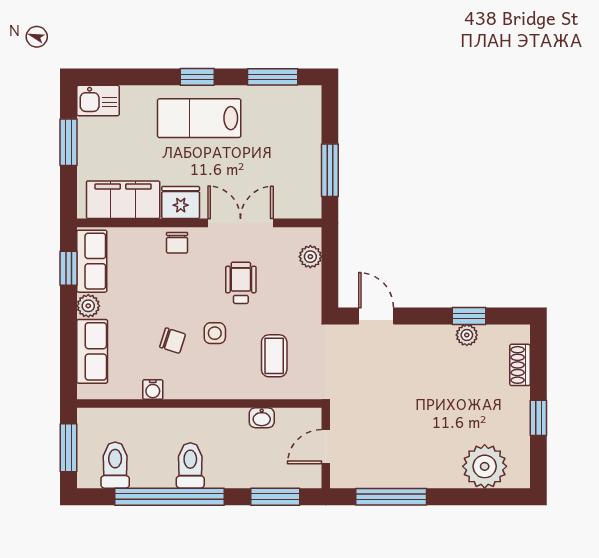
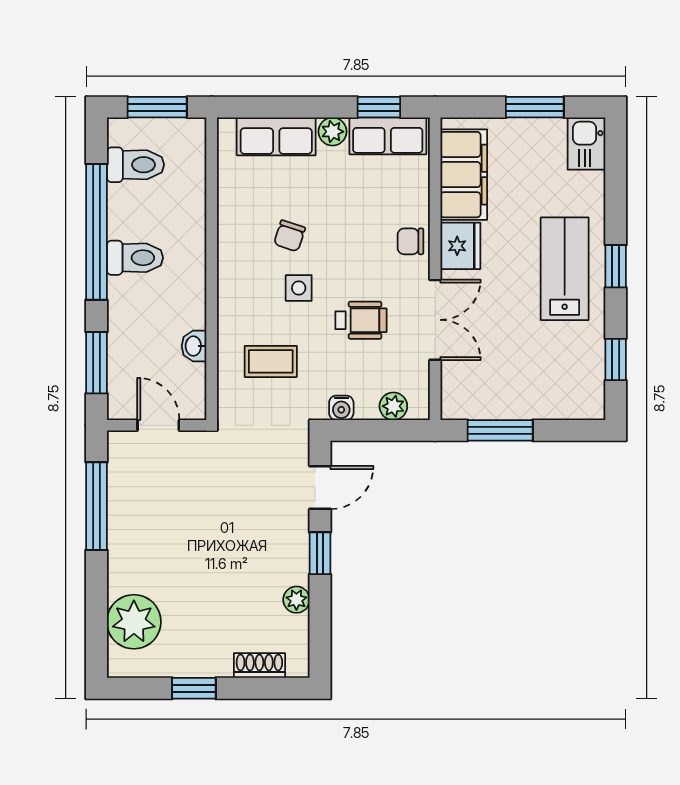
window: (273, 77) -> (616, 359), width x0.67
window: (469, 316) -> (320, 553), moved
water cooler: (153, 389) -> (341, 408), moved, turned -90

